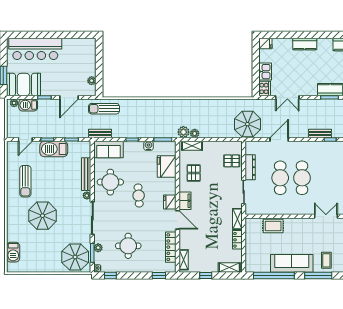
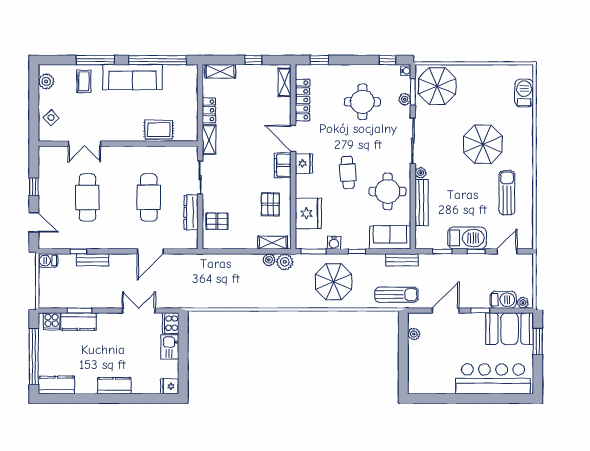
parasol: (247, 124) -> (334, 282), moved
cafe table: (302, 178) -> (87, 197), moved

